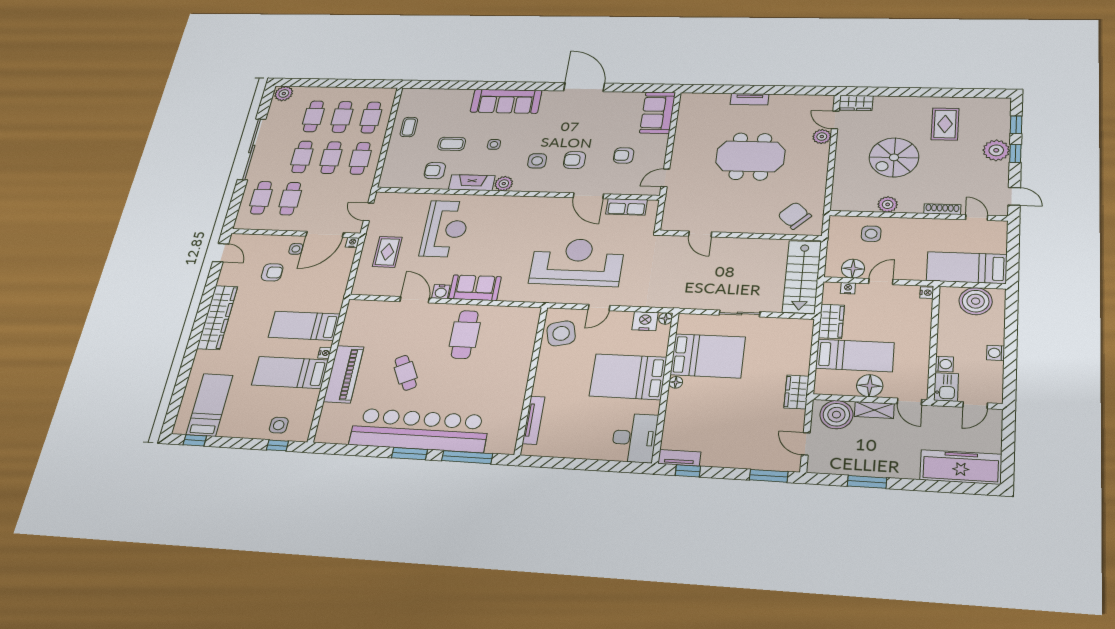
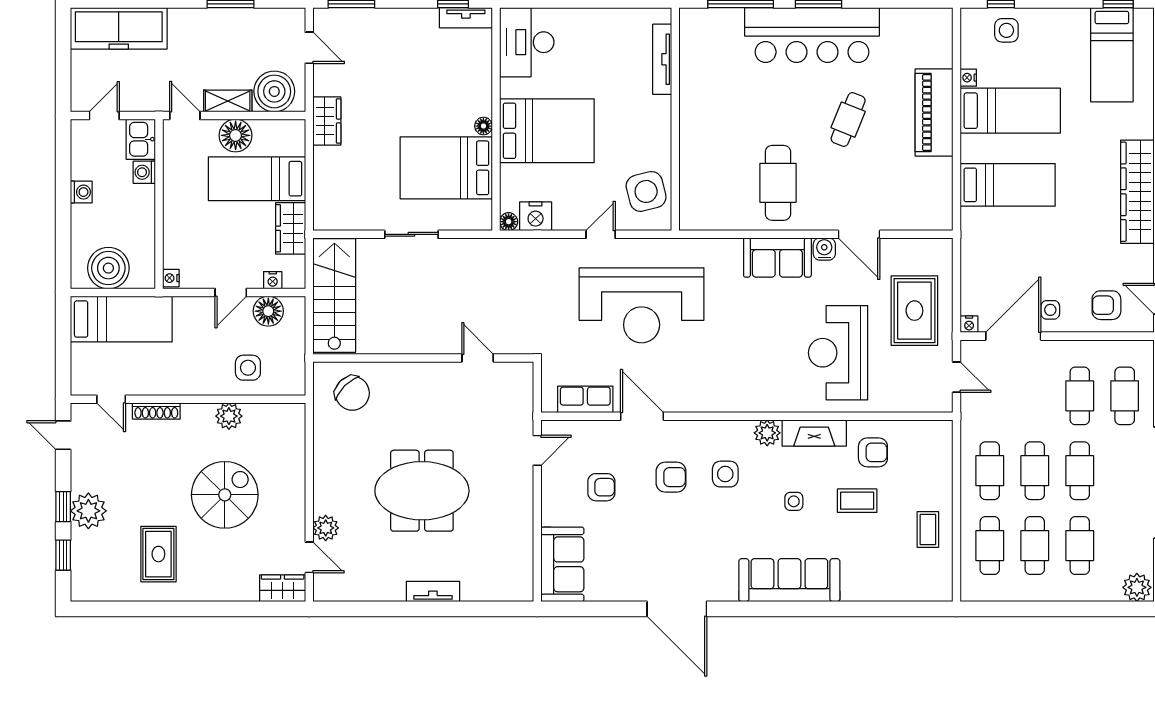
rug: (387, 252) -> (914, 311), width x1.36, depth x1.43
armchair: (272, 272) -> (1106, 305), moved
nightstand: (325, 353) -> (968, 78), moved
cafe table: (406, 373) -> (848, 120), turned 48
bar counter: (419, 430) -> (812, 35), width x0.73

